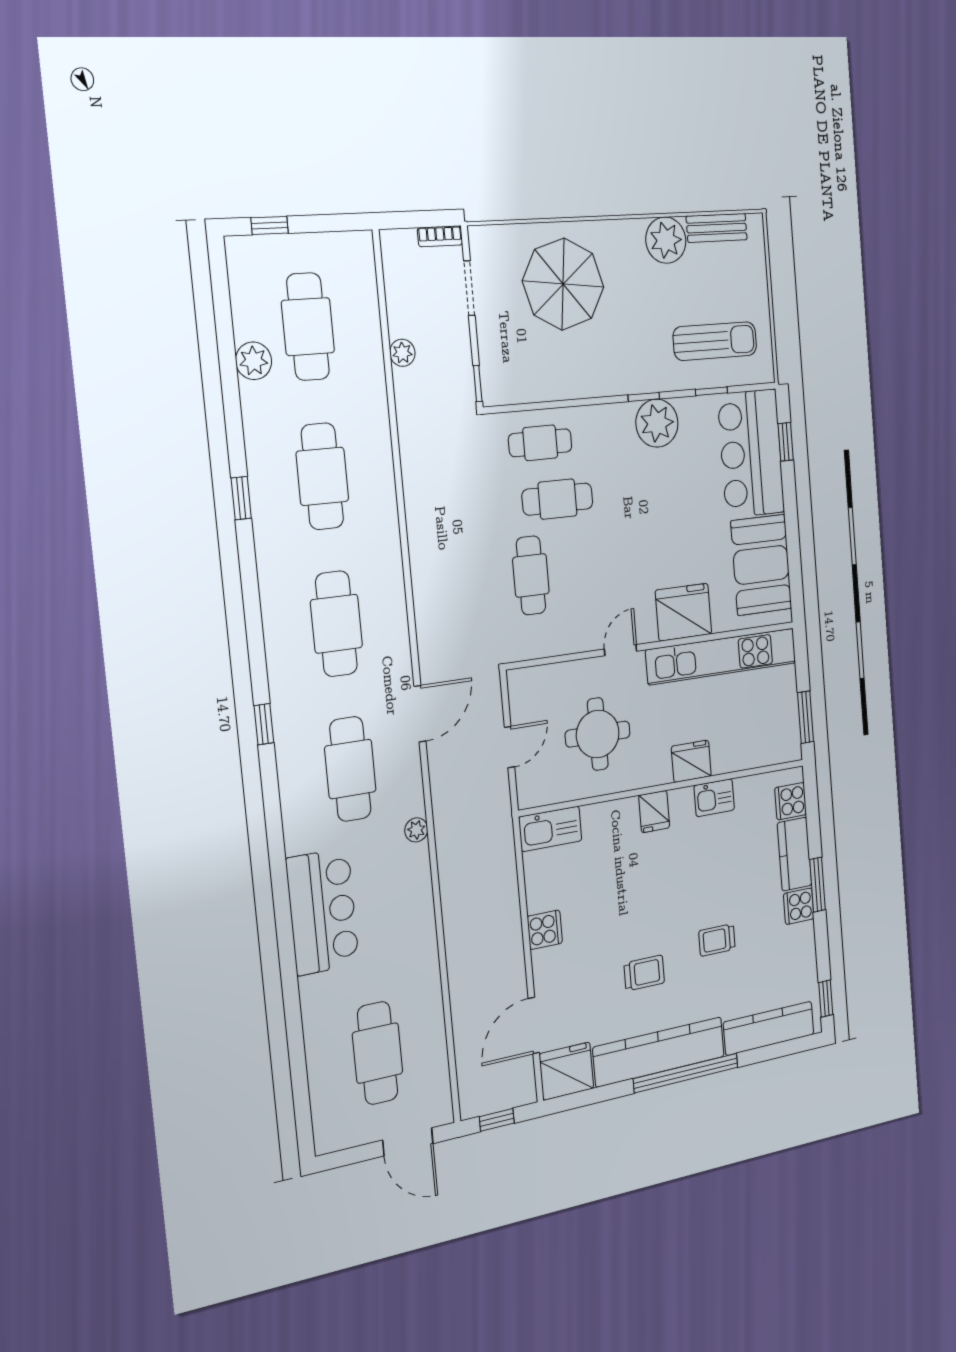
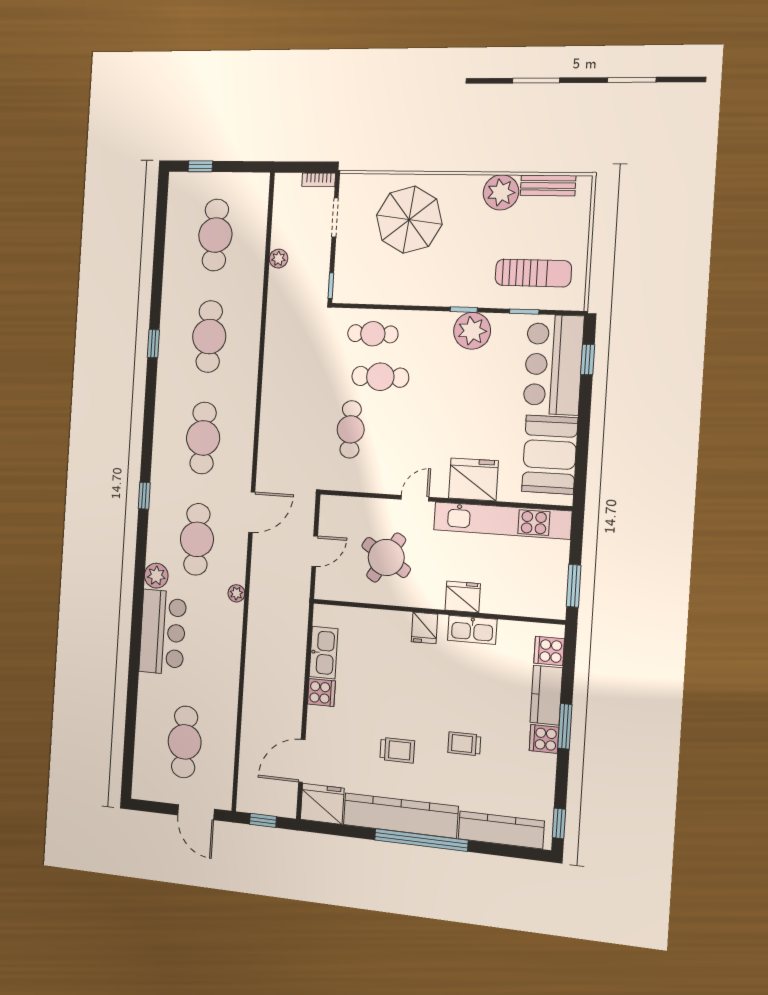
plant: (254, 361) -> (156, 576), moved
round table: (598, 734) -> (386, 557), turned 32
kitchen sink: (714, 798) -> (472, 630), width x1.38
kitchen sink: (550, 829) -> (324, 653), moved, turned -90

